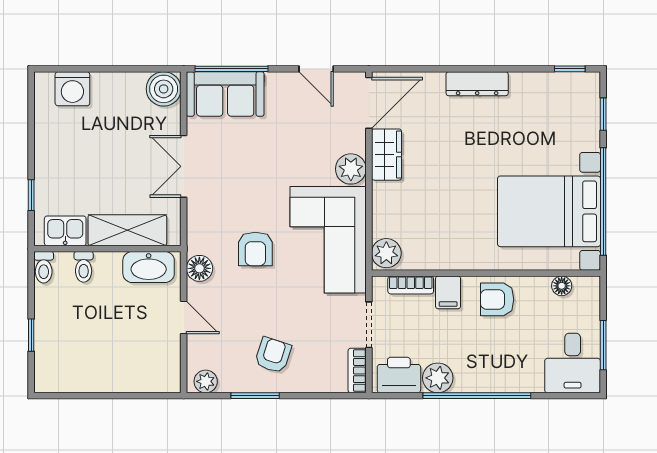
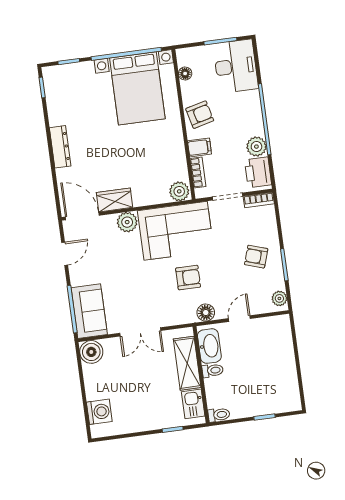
toilet: (84, 267) -> (213, 370), moved
armchair: (497, 299) -> (200, 115), turned -104
desk: (573, 363) -> (236, 66), width x1.37

